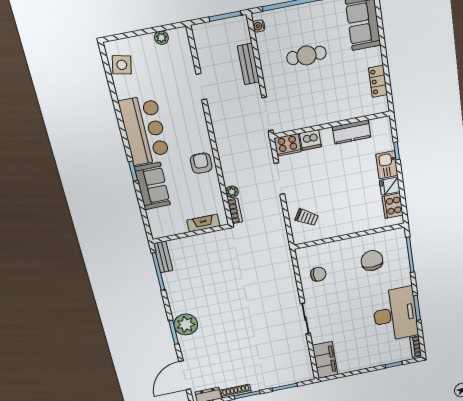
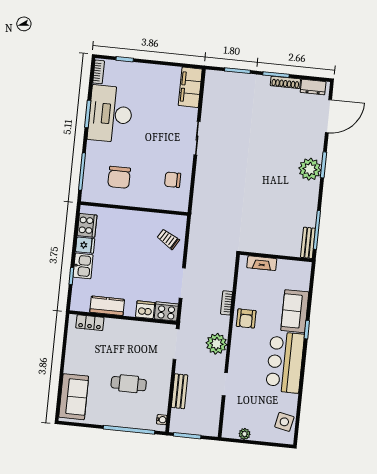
locker: (378, 81) -> (90, 323), moved, turned 90
plant: (232, 192) -> (217, 344), moved, width x1.88, depth x1.88
bookcase: (235, 211) -> (227, 303), moved

